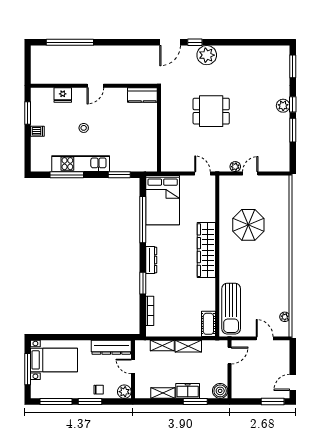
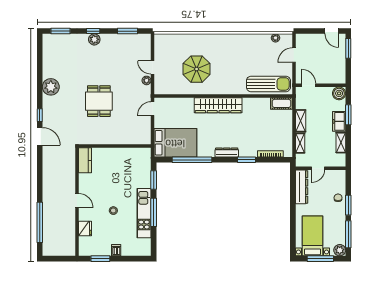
plant: (207, 55) -> (51, 87), moved
window: (293, 130) -> (128, 31), moved
window: (67, 175) -> (154, 212), moved
plant: (124, 392) -> (340, 250), moved

